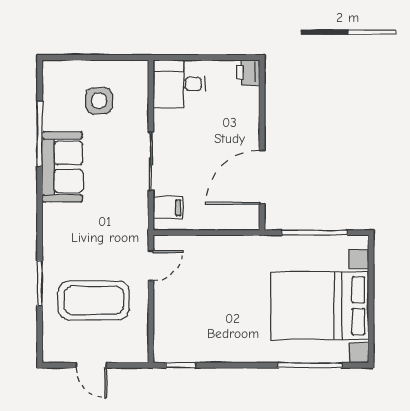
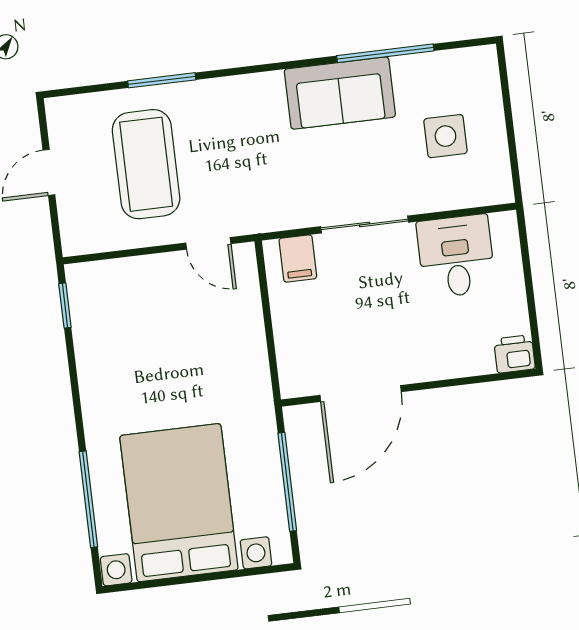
desk: (179, 84) -> (456, 256), moved
door: (262, 177) -> (361, 394), swing flipped

